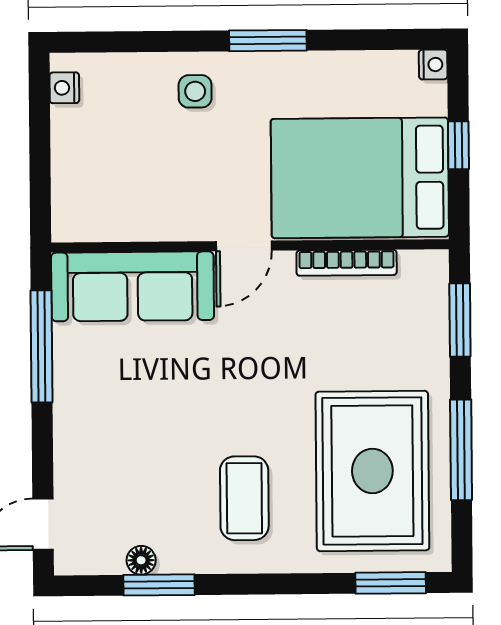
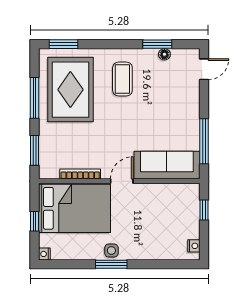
side table: (195, 91) -> (111, 251), moved
window: (40, 177) -> (204, 210), added

